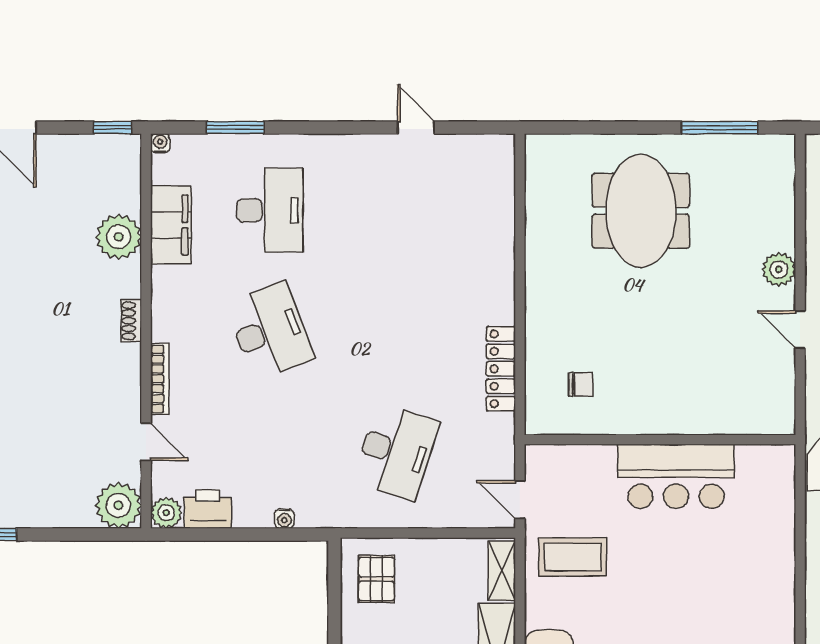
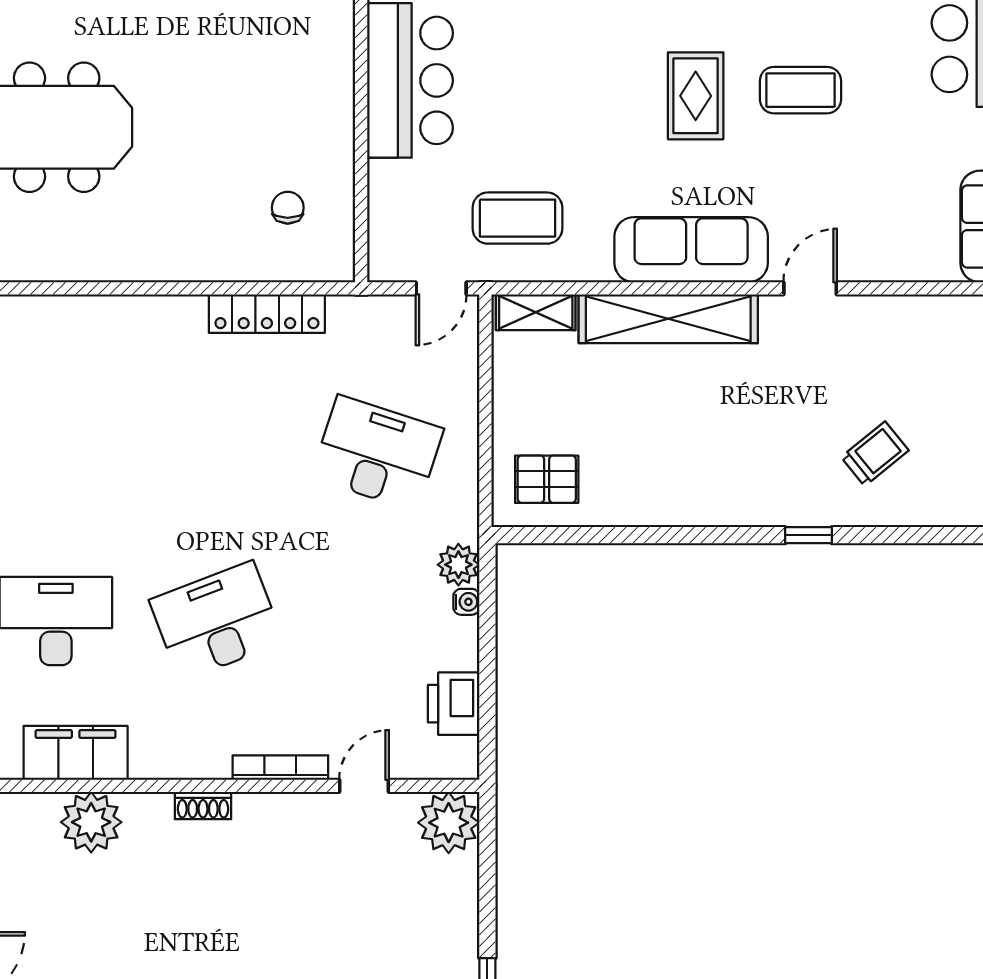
plant: (166, 513) -> (458, 565), moved
coffee table: (573, 557) -> (517, 218), turned 90

